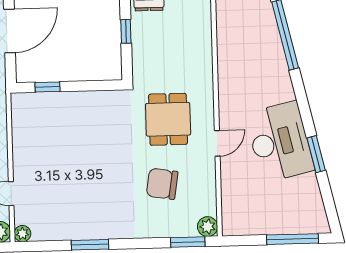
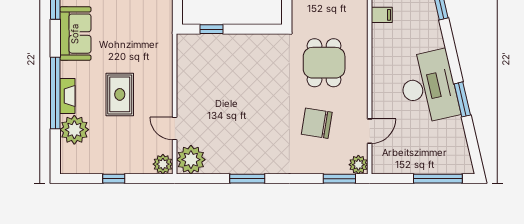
filing cabinet: (228, 67) -> (382, 15), added
door: (217, 143) -> (370, 131), moved
plant: (22, 234) -> (191, 160), width x1.87, depth x1.87

